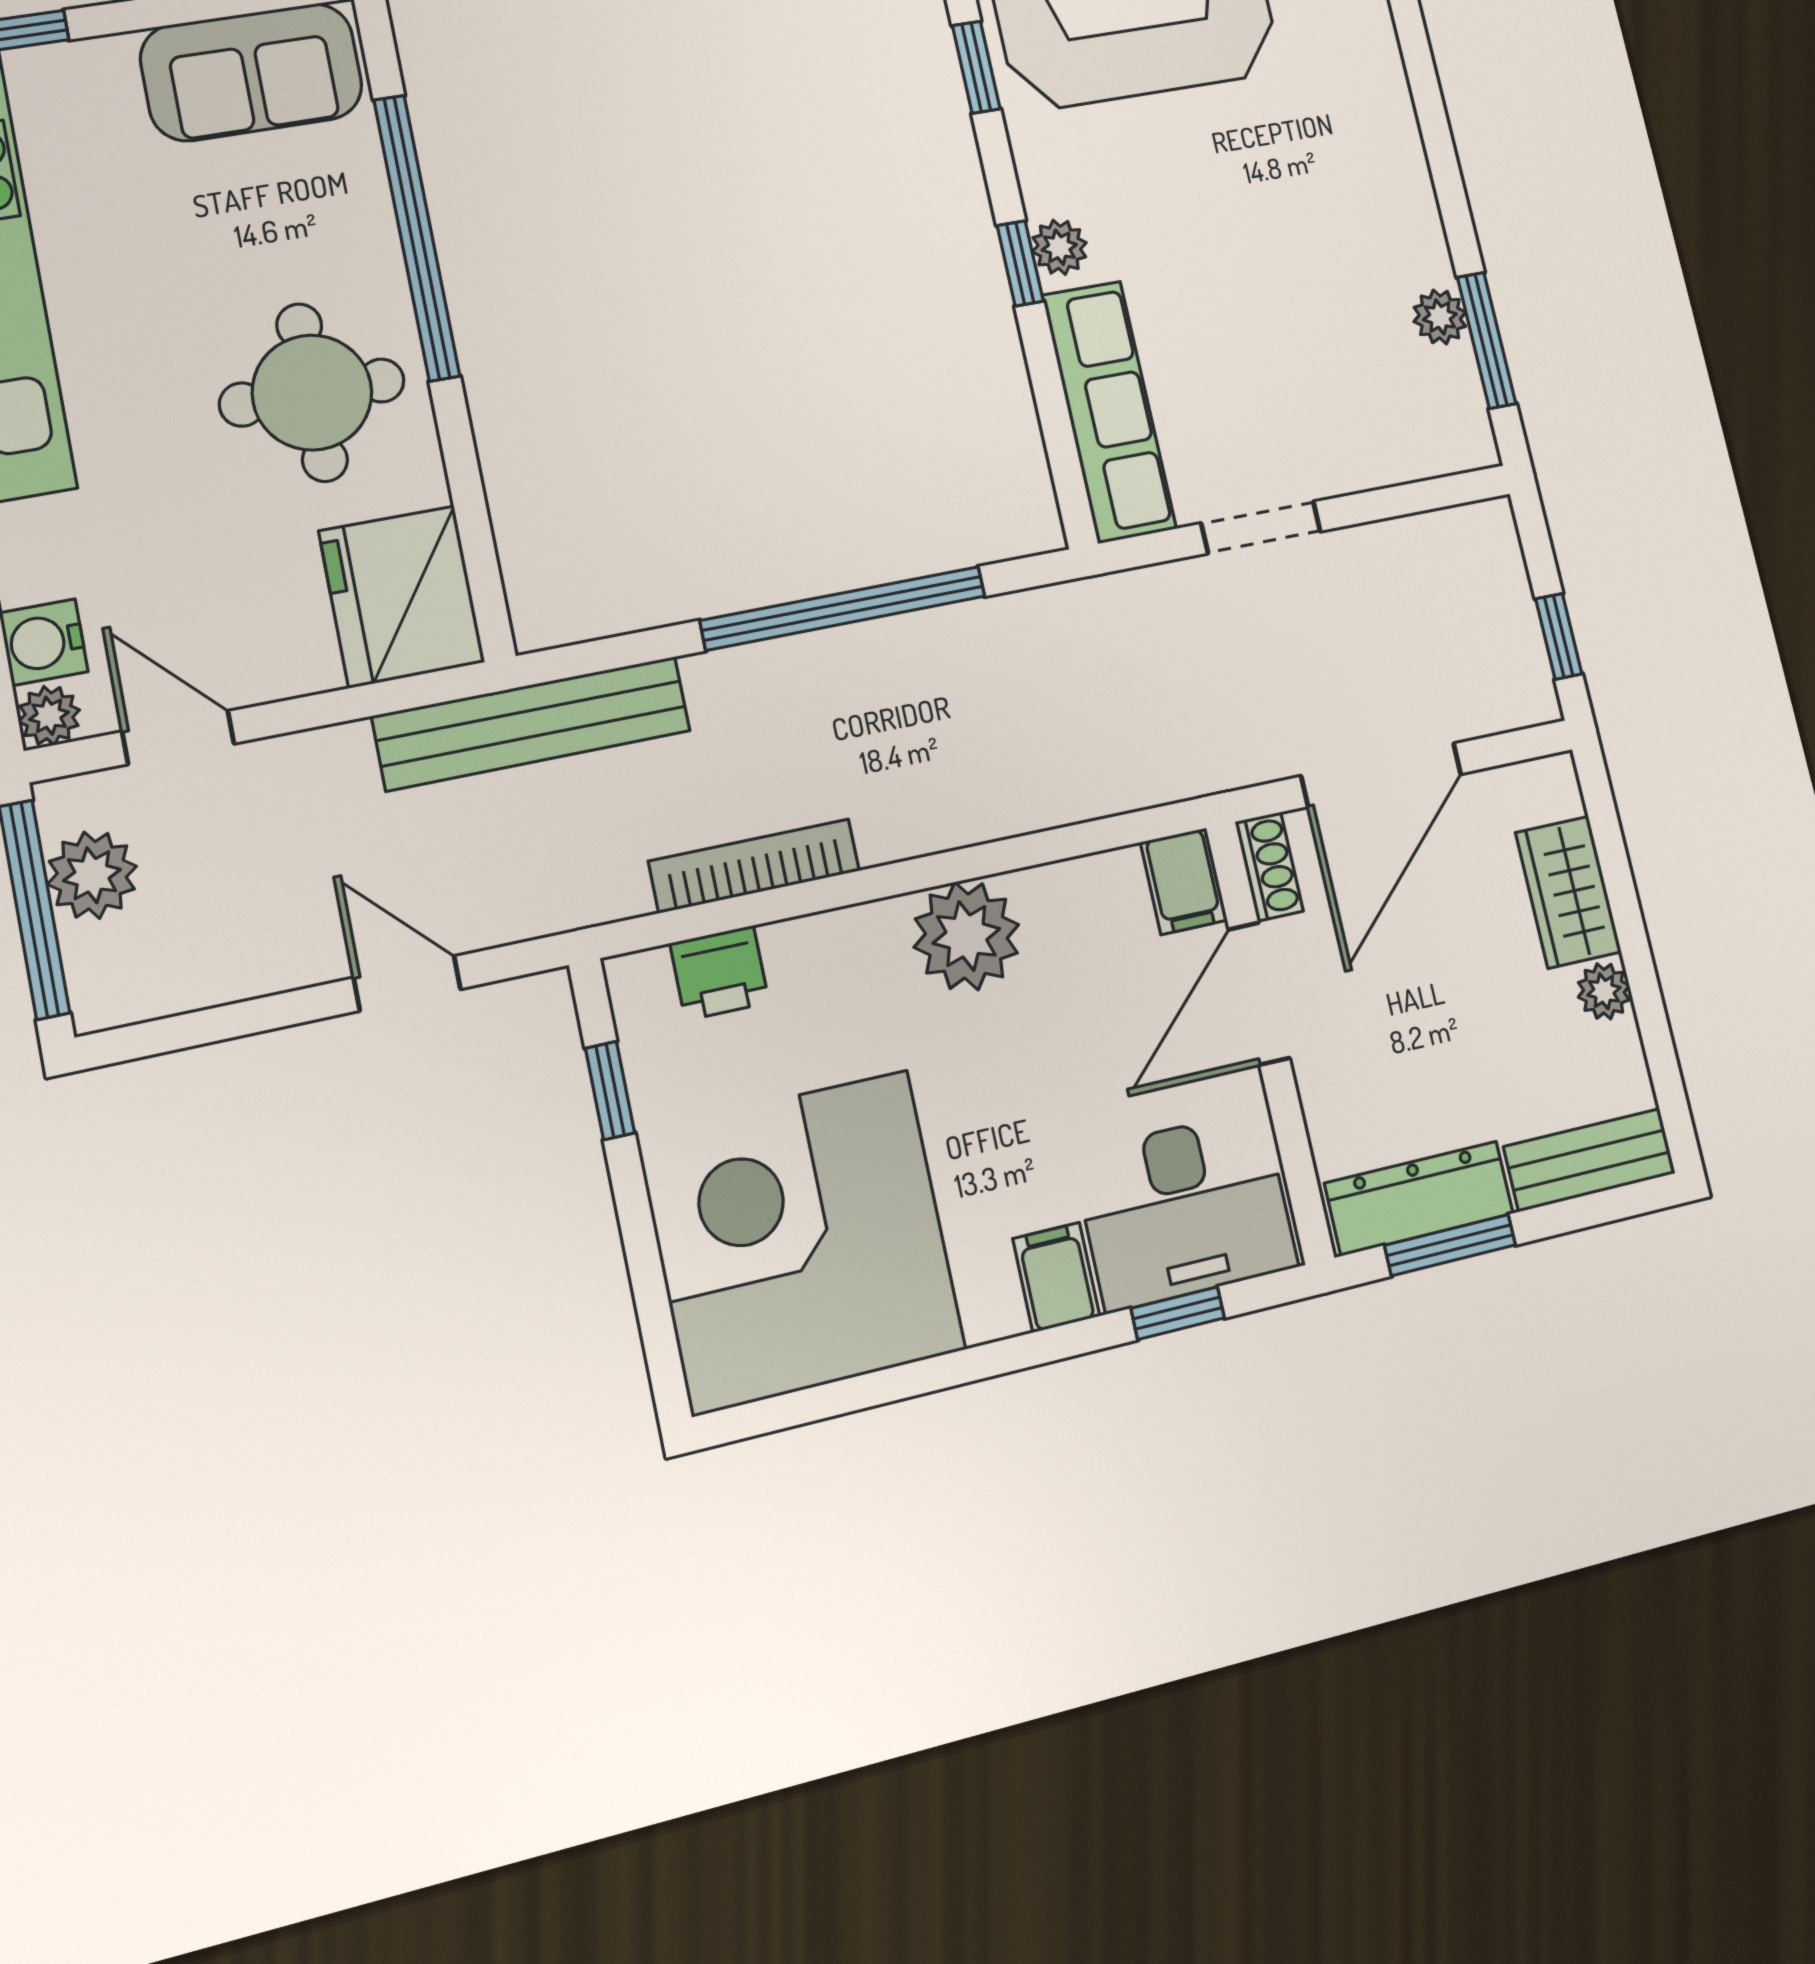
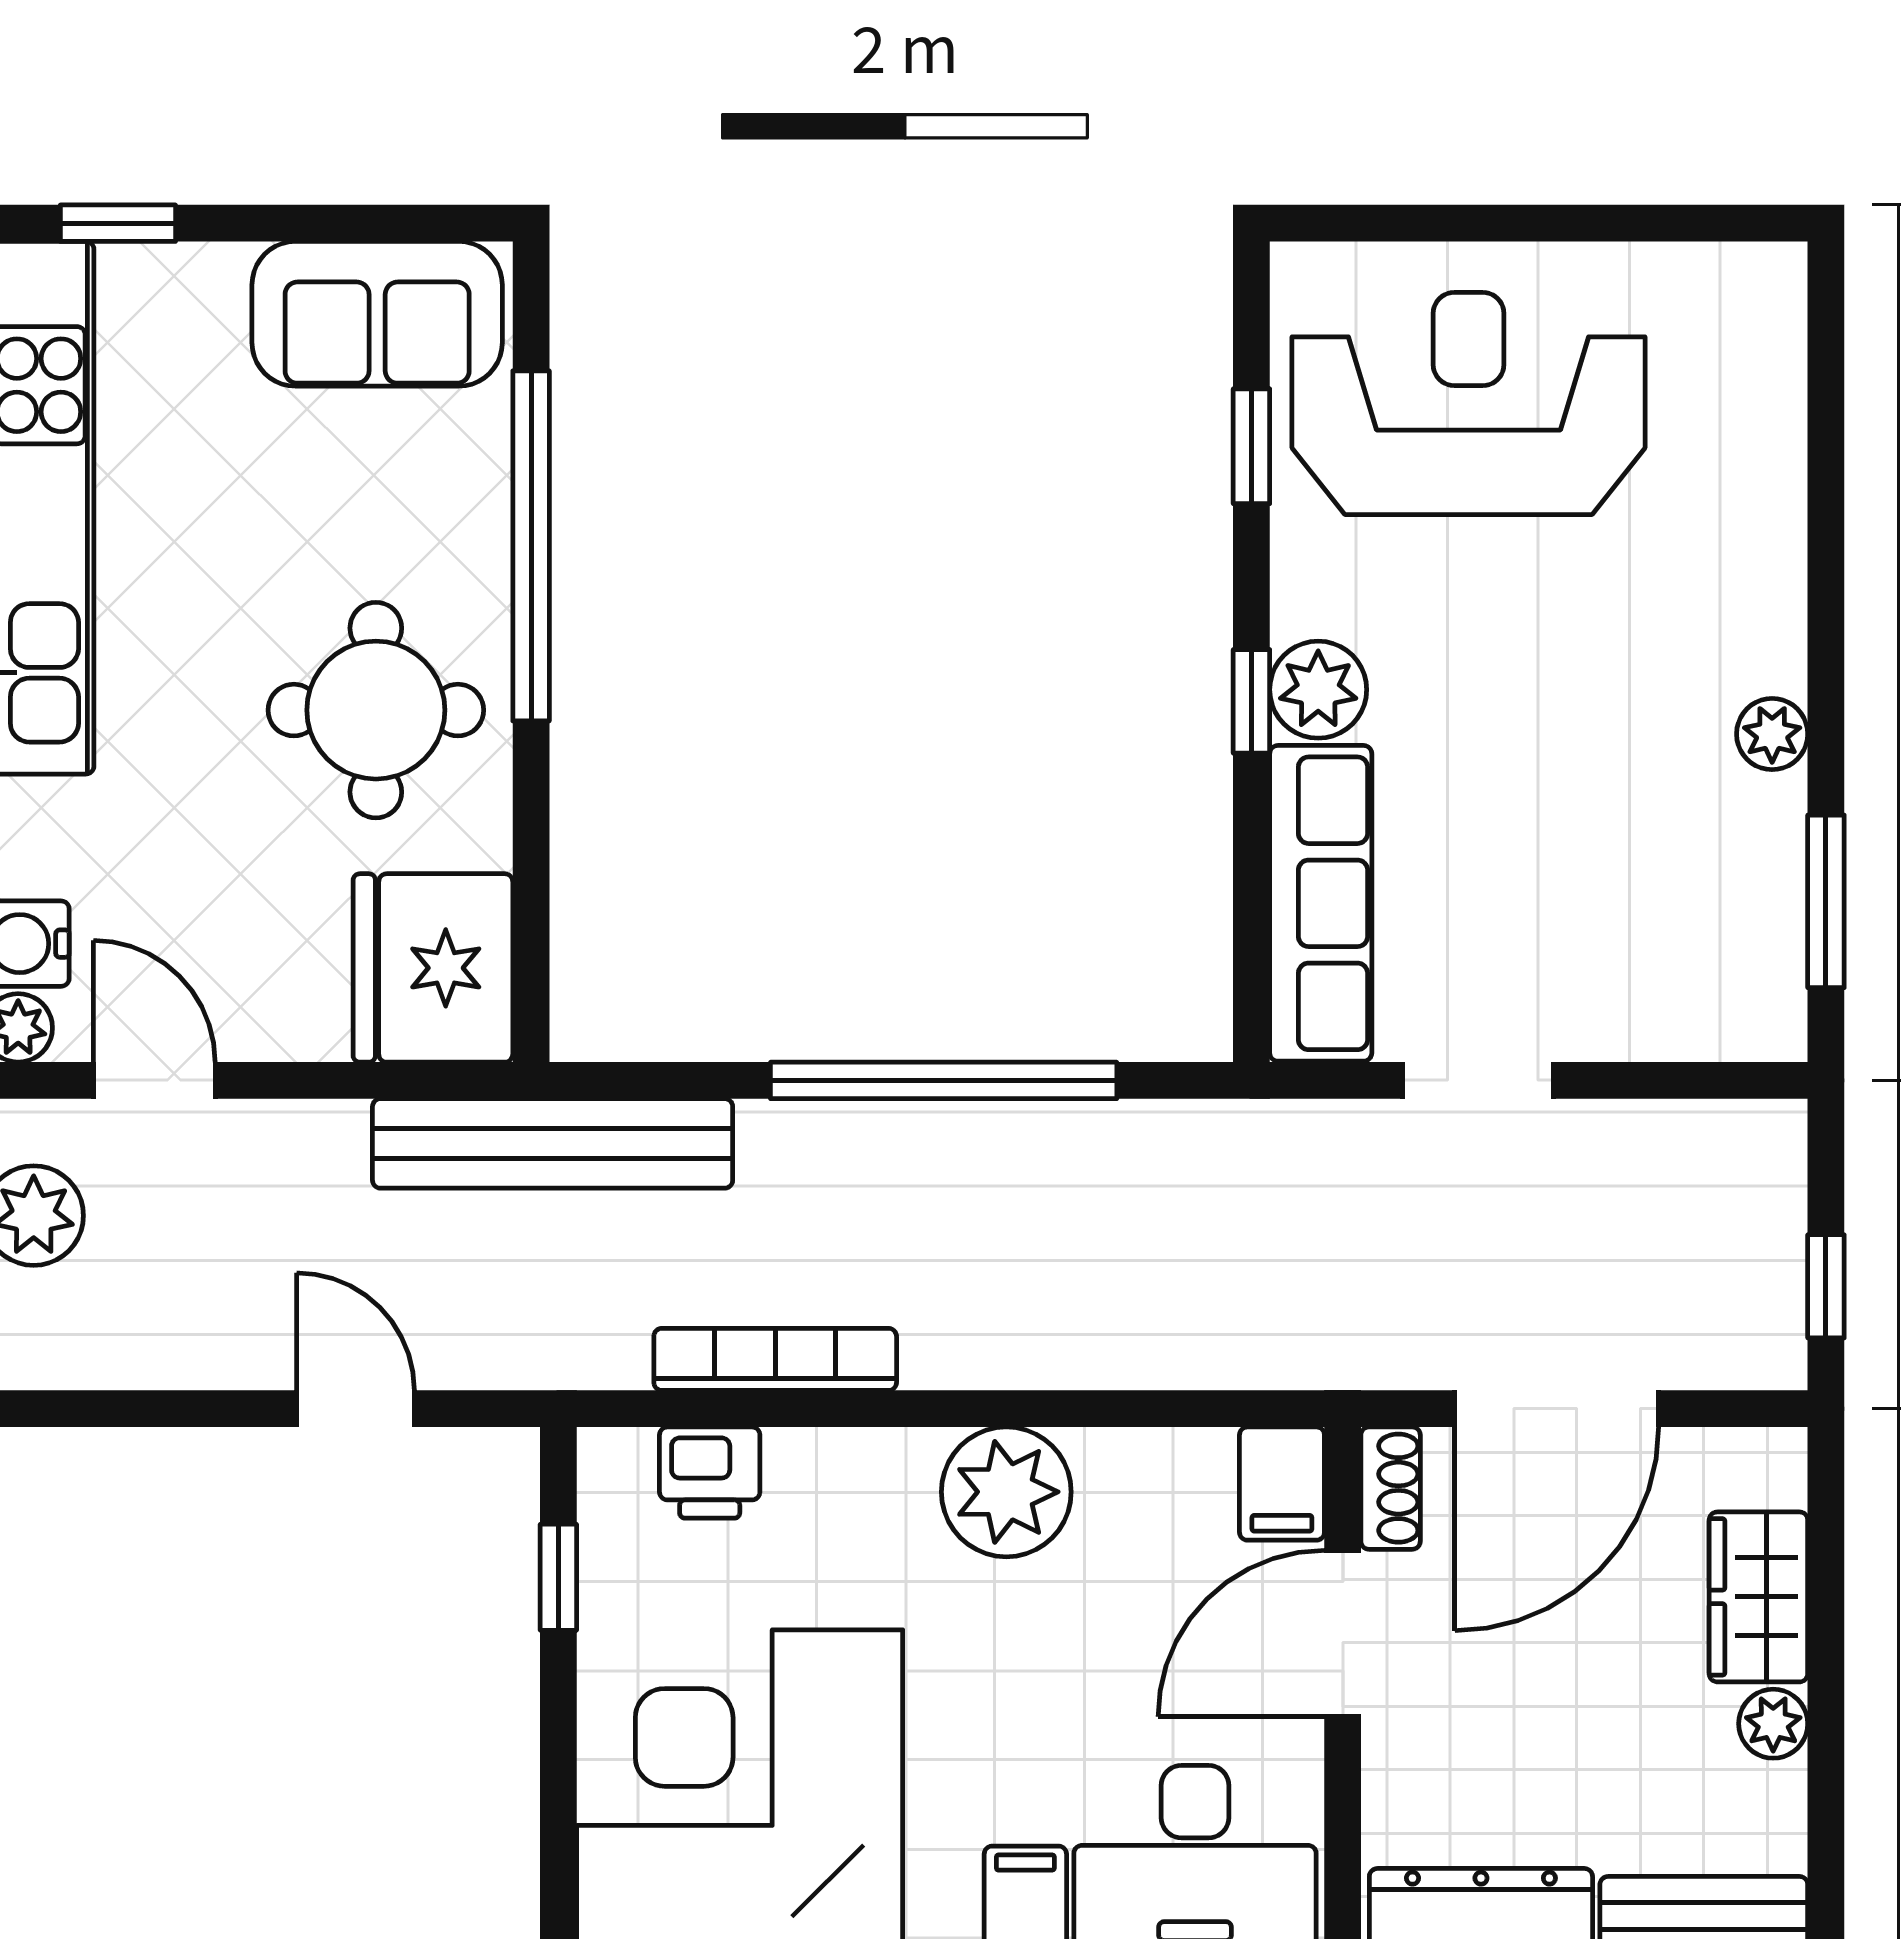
plant: (1059, 247) -> (1318, 690), width x1.38, depth x1.38
plant: (1440, 317) -> (1772, 734), moved

